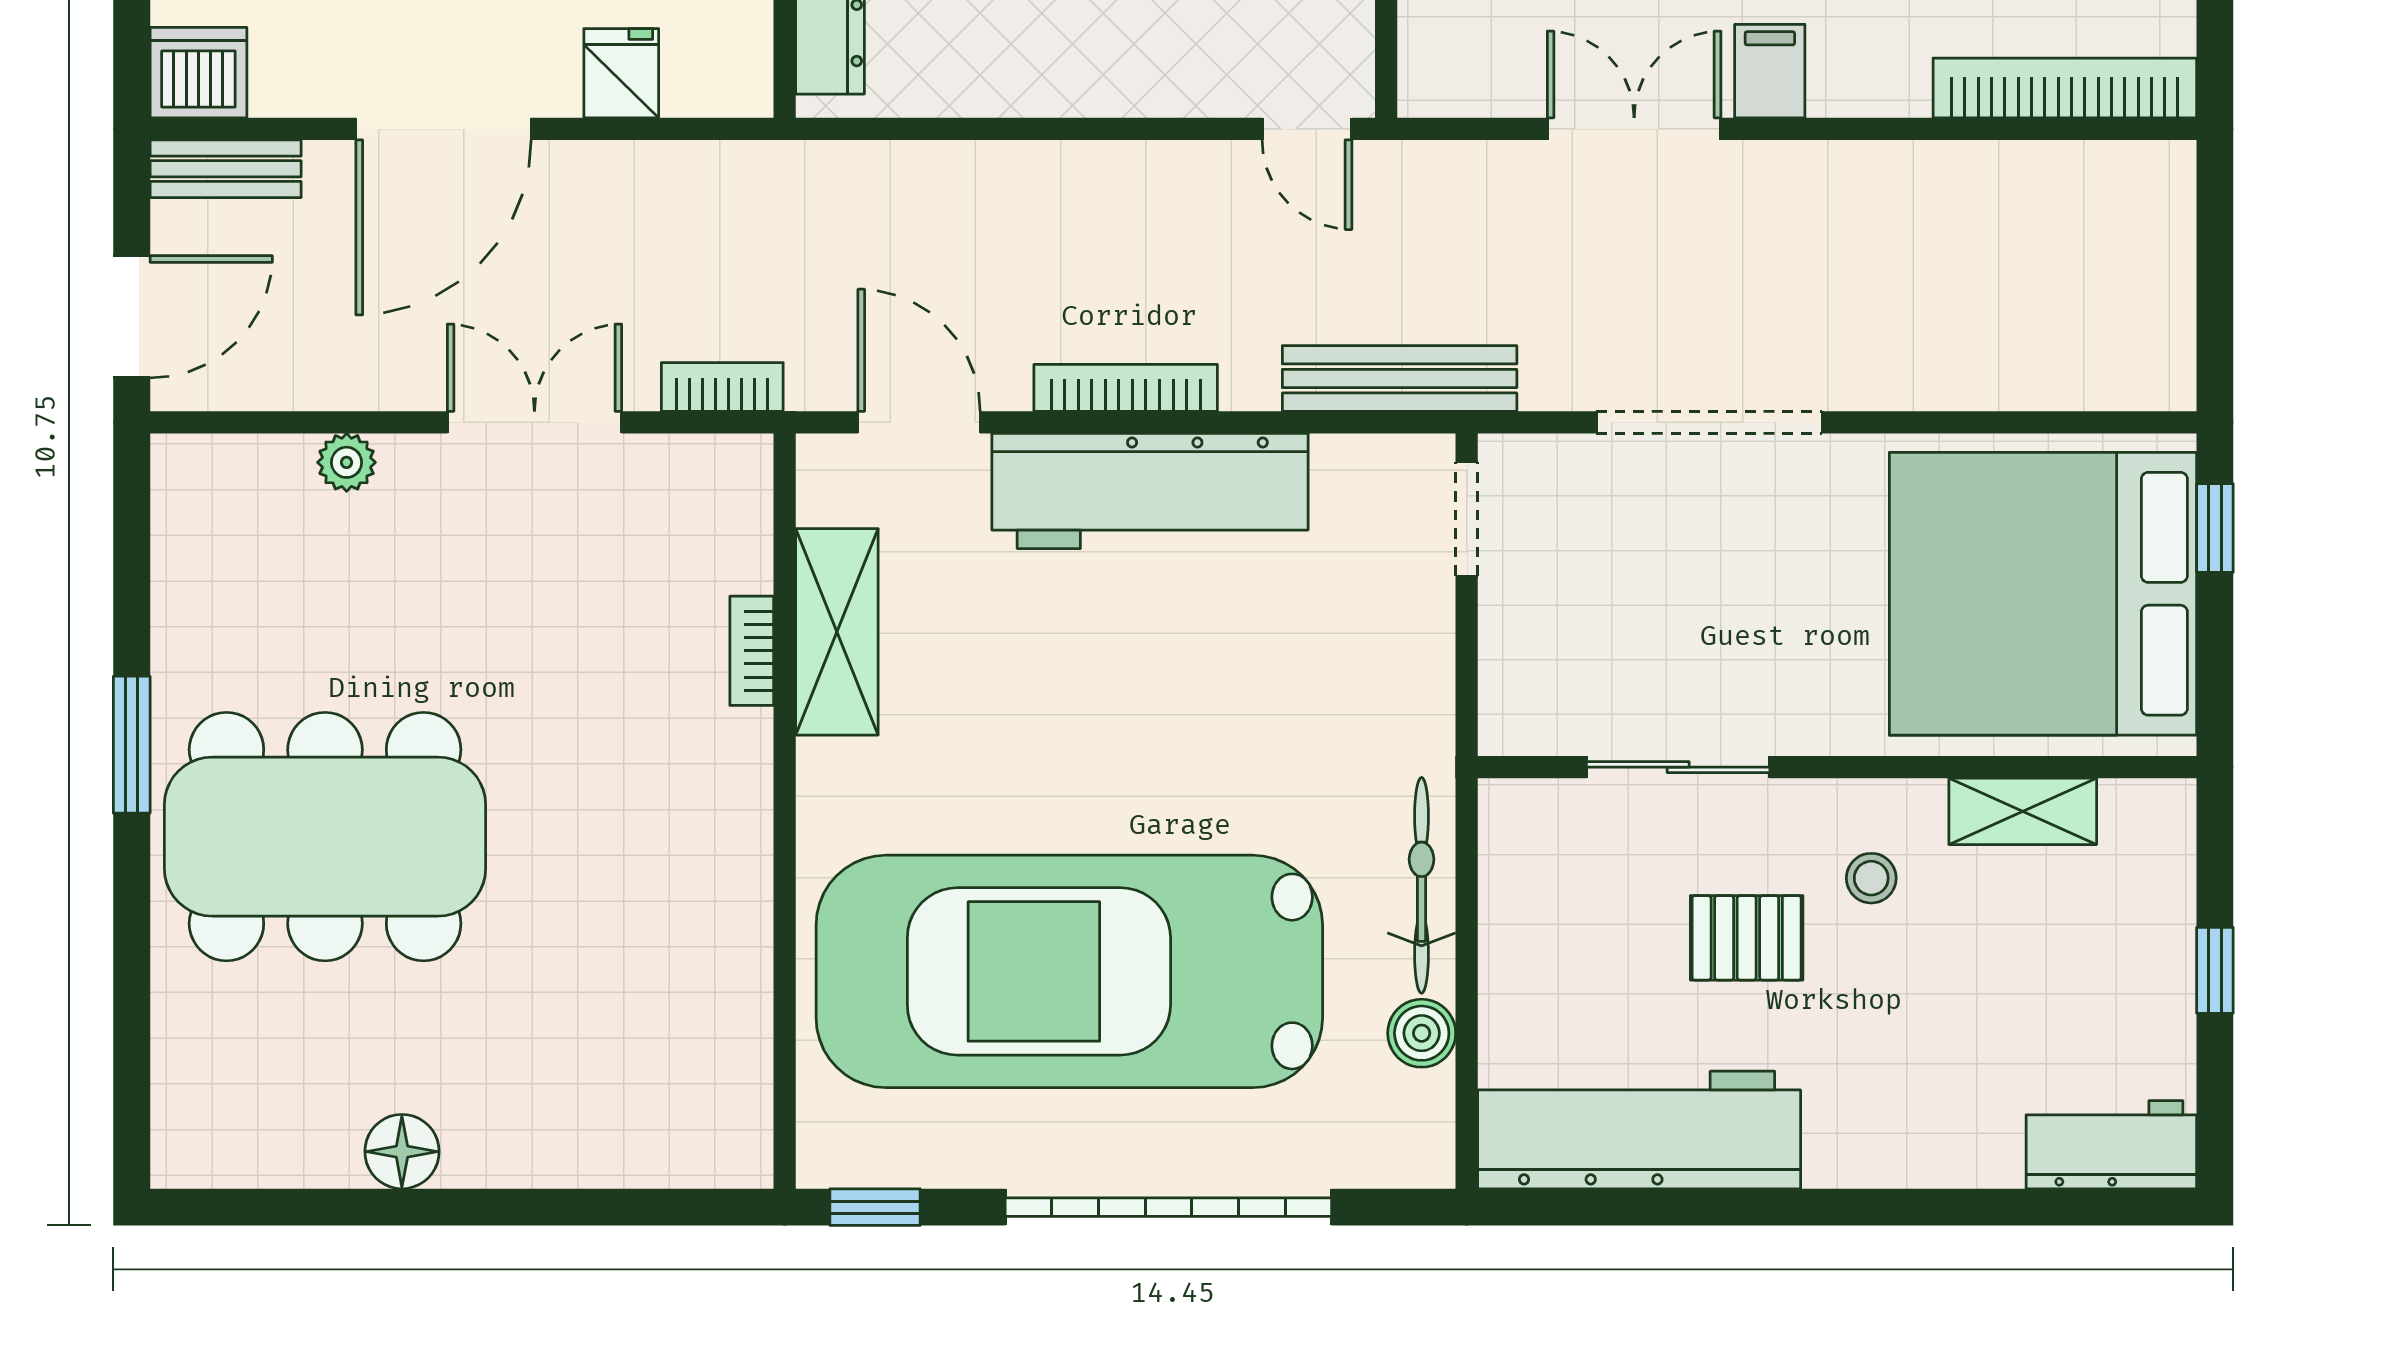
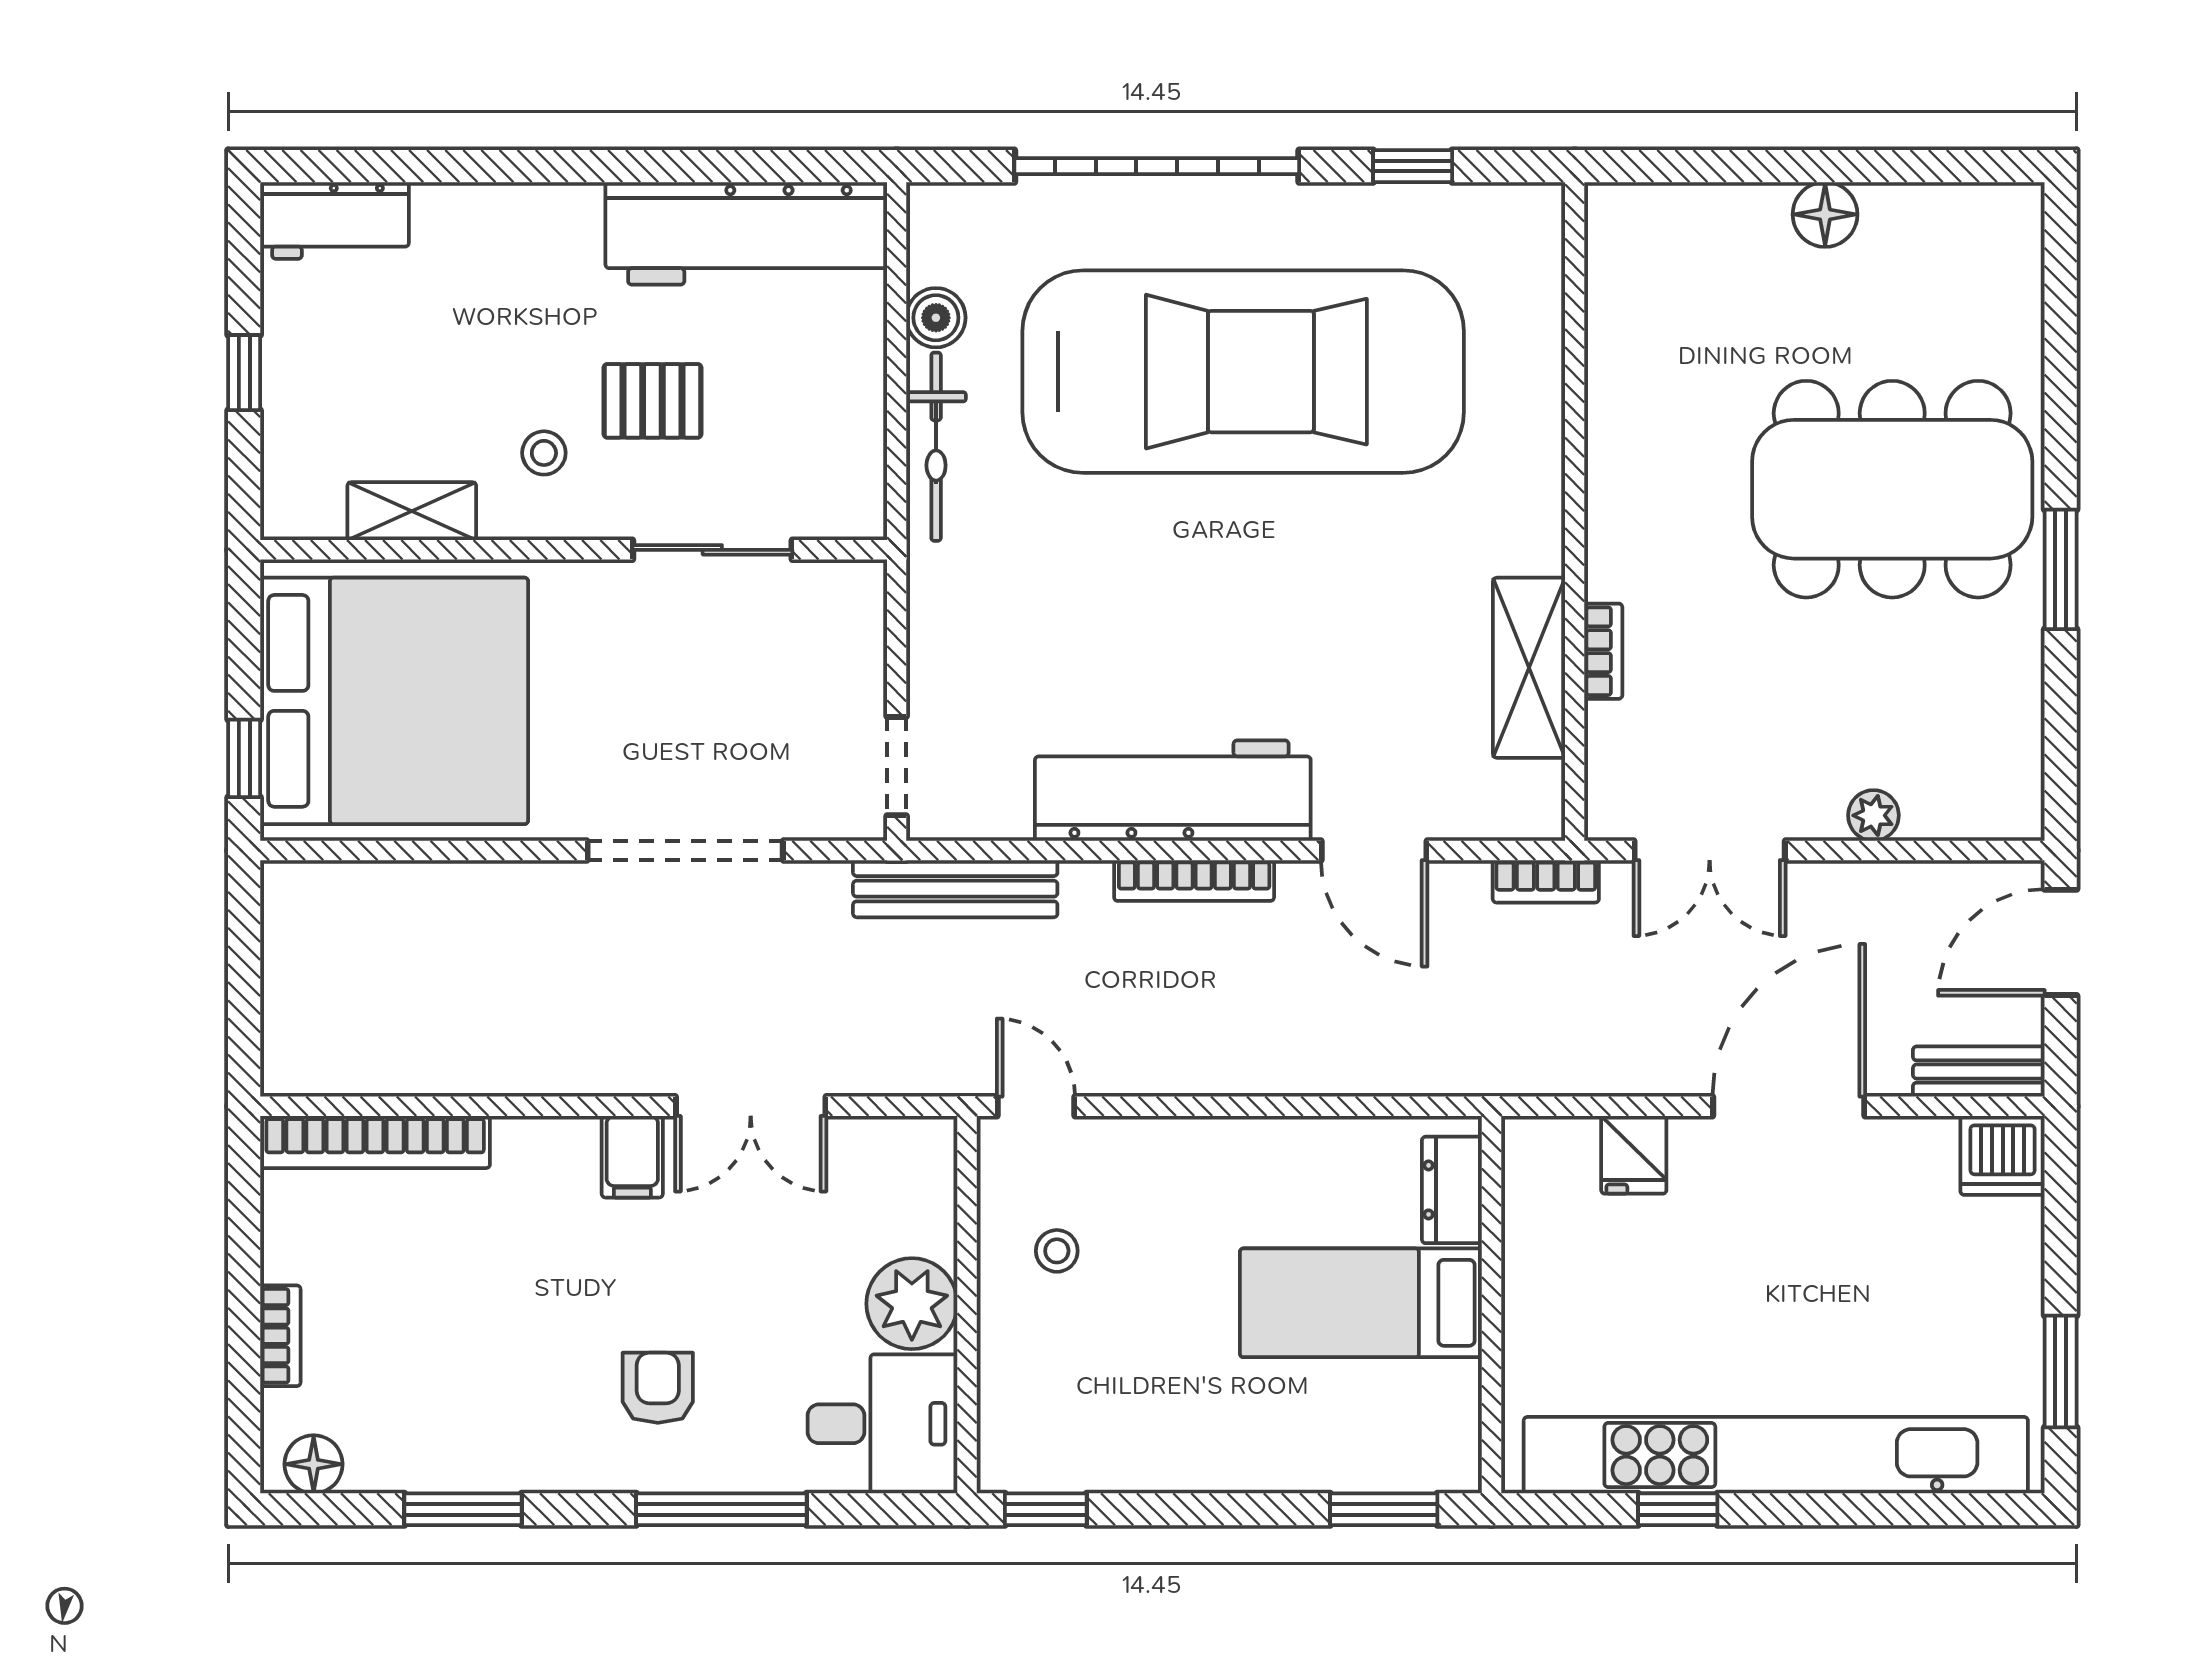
shelving: (837, 632) -> (1529, 668), moved
bookcase: (752, 651) -> (1603, 651), moved
wall: (785, 811) -> (1575, 511), moved

